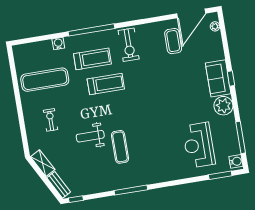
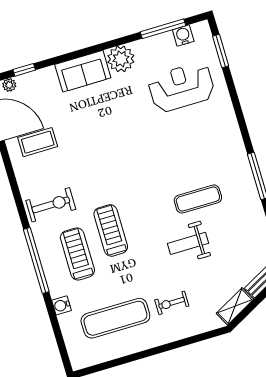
window: (231, 79) -> (24, 70), moved
exercise mat: (45, 80) -> (115, 318), turned 90
weight bench: (90, 136) -> (188, 243), turned 90
reception desk: (199, 145) -> (181, 87), turned 180
water cooler: (236, 161) -> (183, 36), moved

